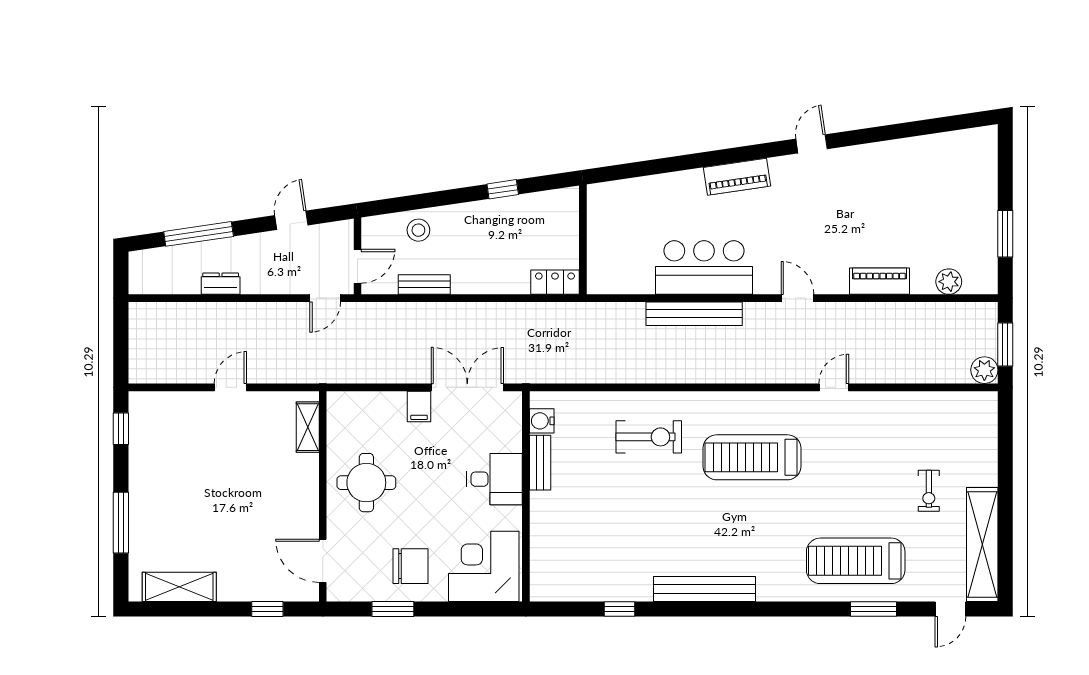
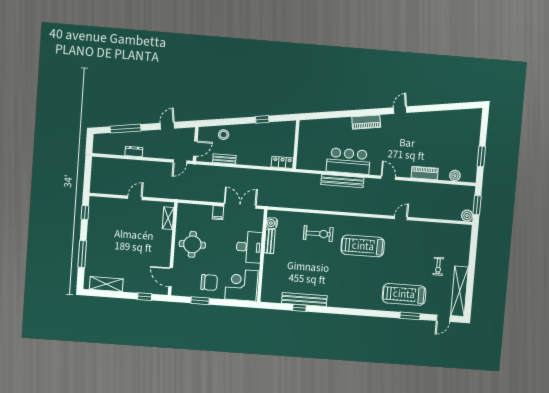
desk: (494, 479) -> (249, 247), width x1.37
bench: (704, 589) -> (304, 299), moved

